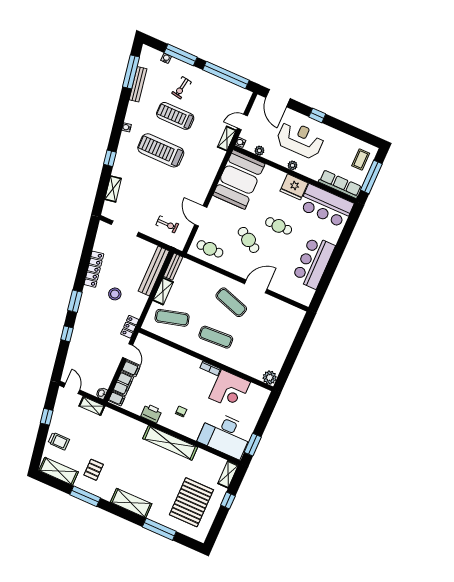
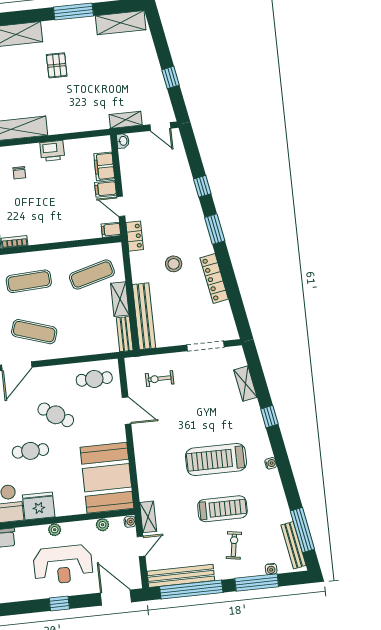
bench: (138, 84) -> (293, 545), moved
bench: (228, 88) -> (181, 576), added
treadmill: (161, 150) -> (216, 460), turned 180
filing cabinet: (117, 399) -> (111, 230), moved
trolley: (59, 441) -> (140, 57), removed
pallet: (94, 470) -> (57, 65), moved

